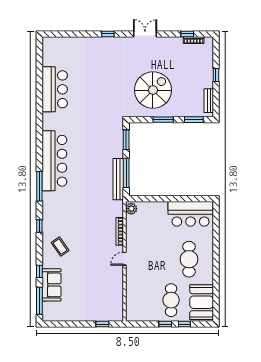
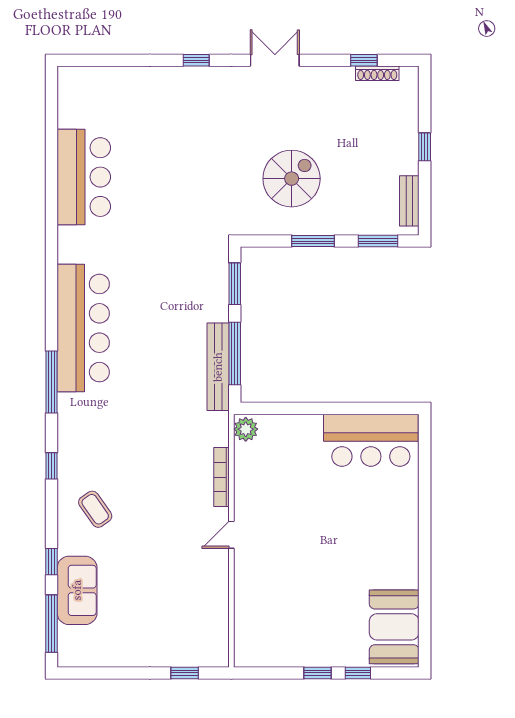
spiral stairs: (153, 90) -> (292, 179), width x0.73, depth x0.73
cafe table: (189, 259) -> (368, 536), removed
cafe table: (171, 300) -> (330, 622), removed

